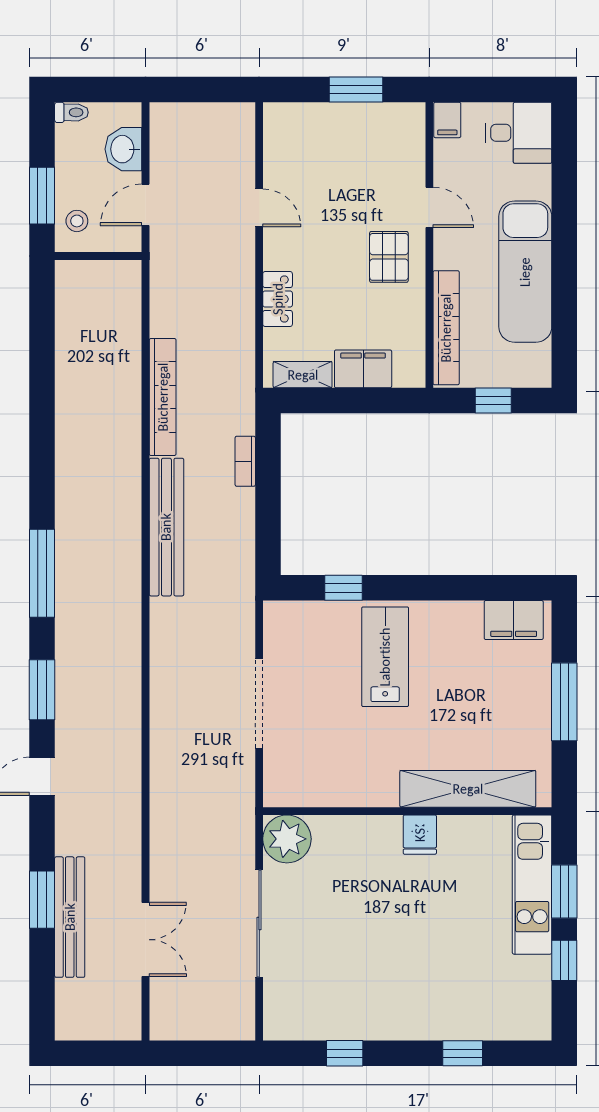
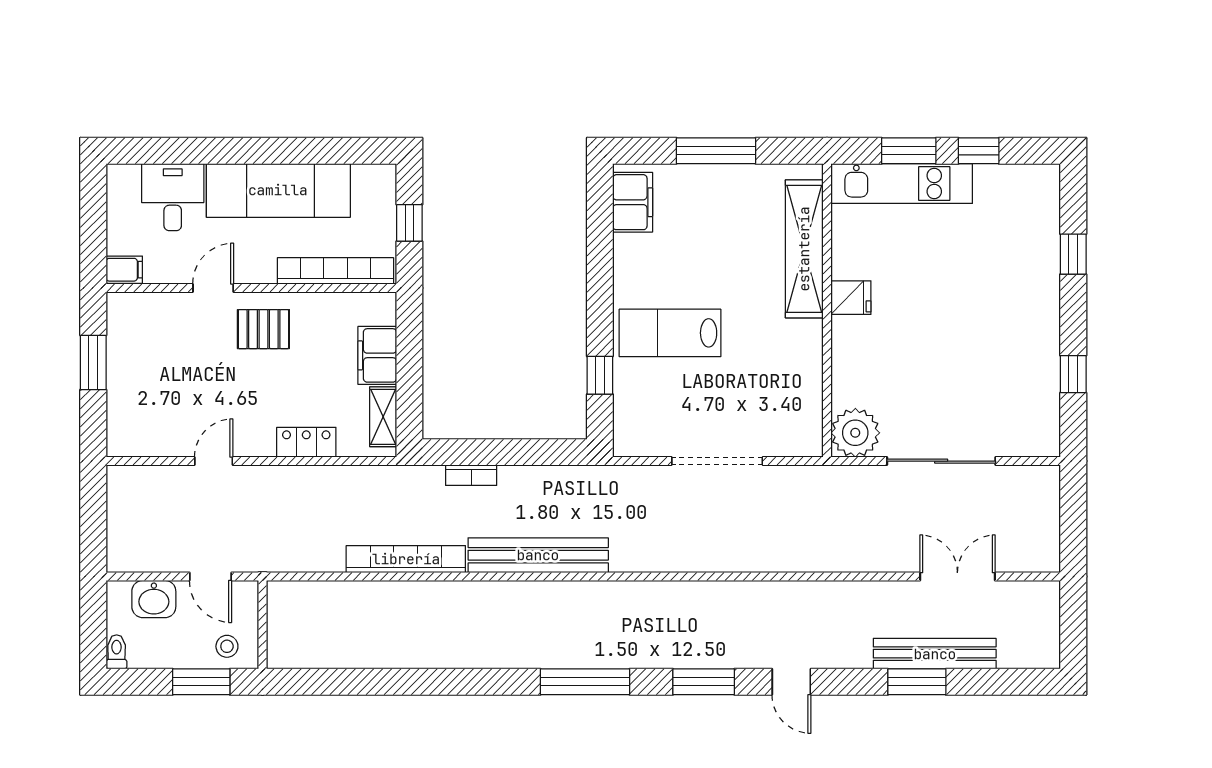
desk: (519, 133) -> (173, 197), moved

